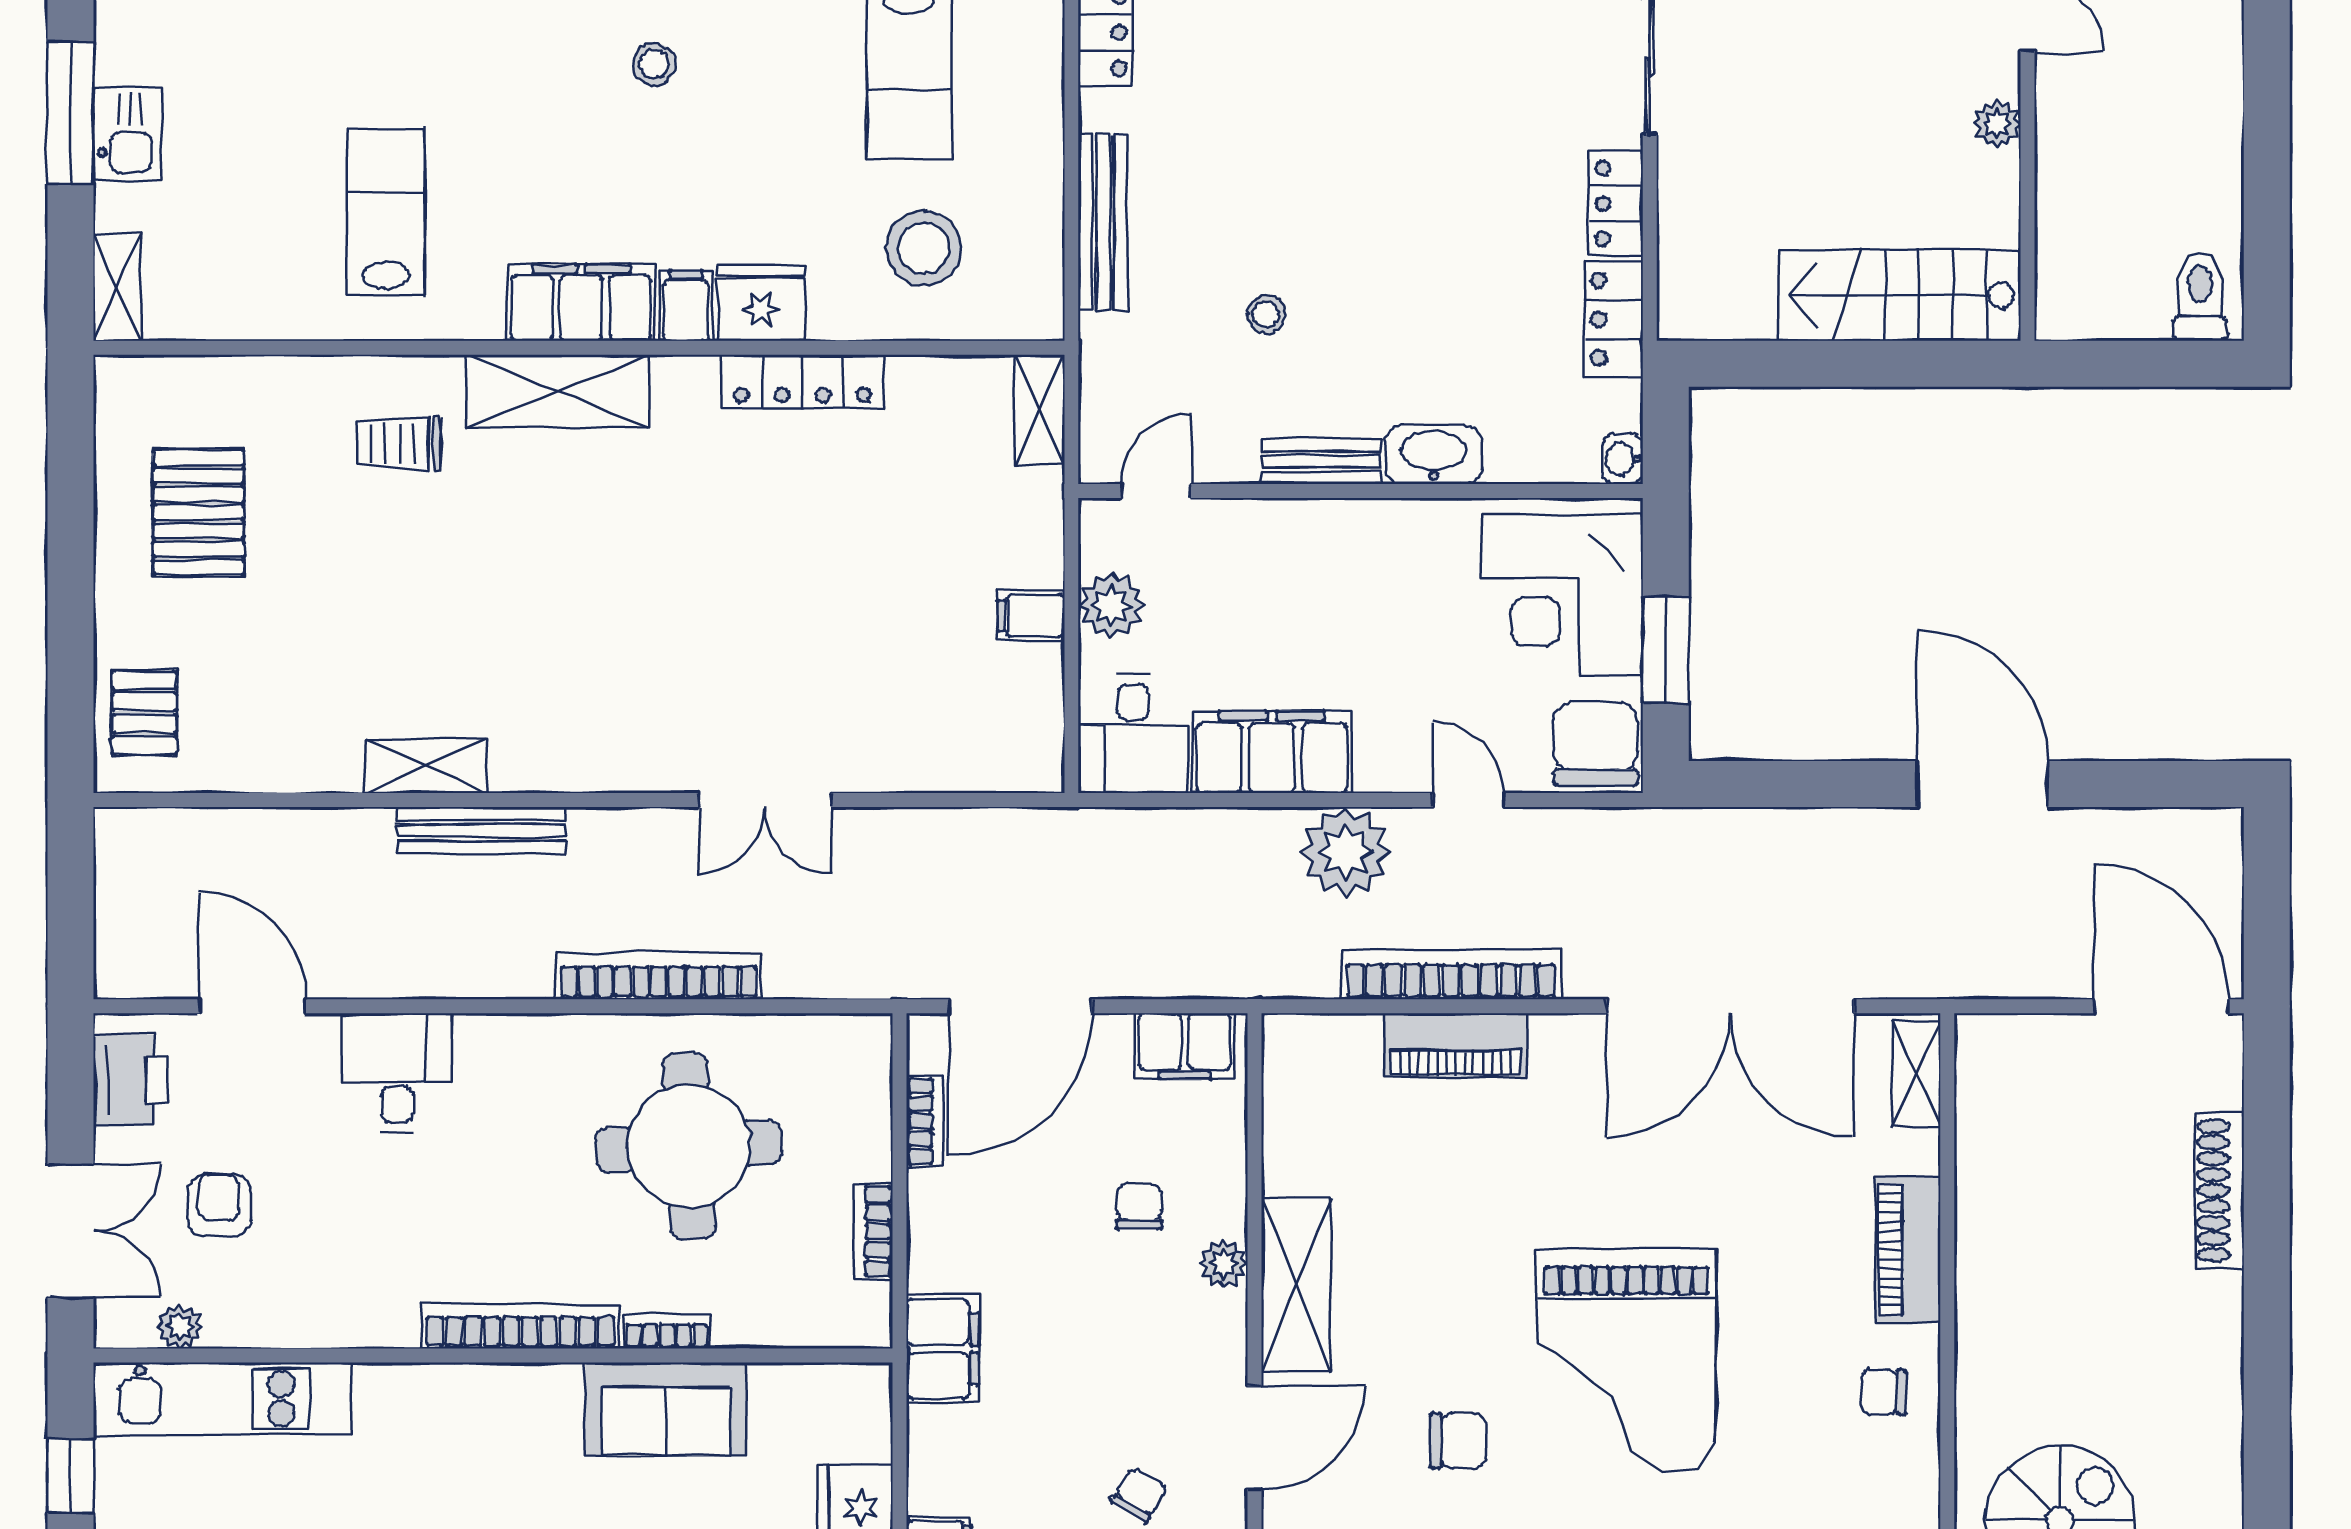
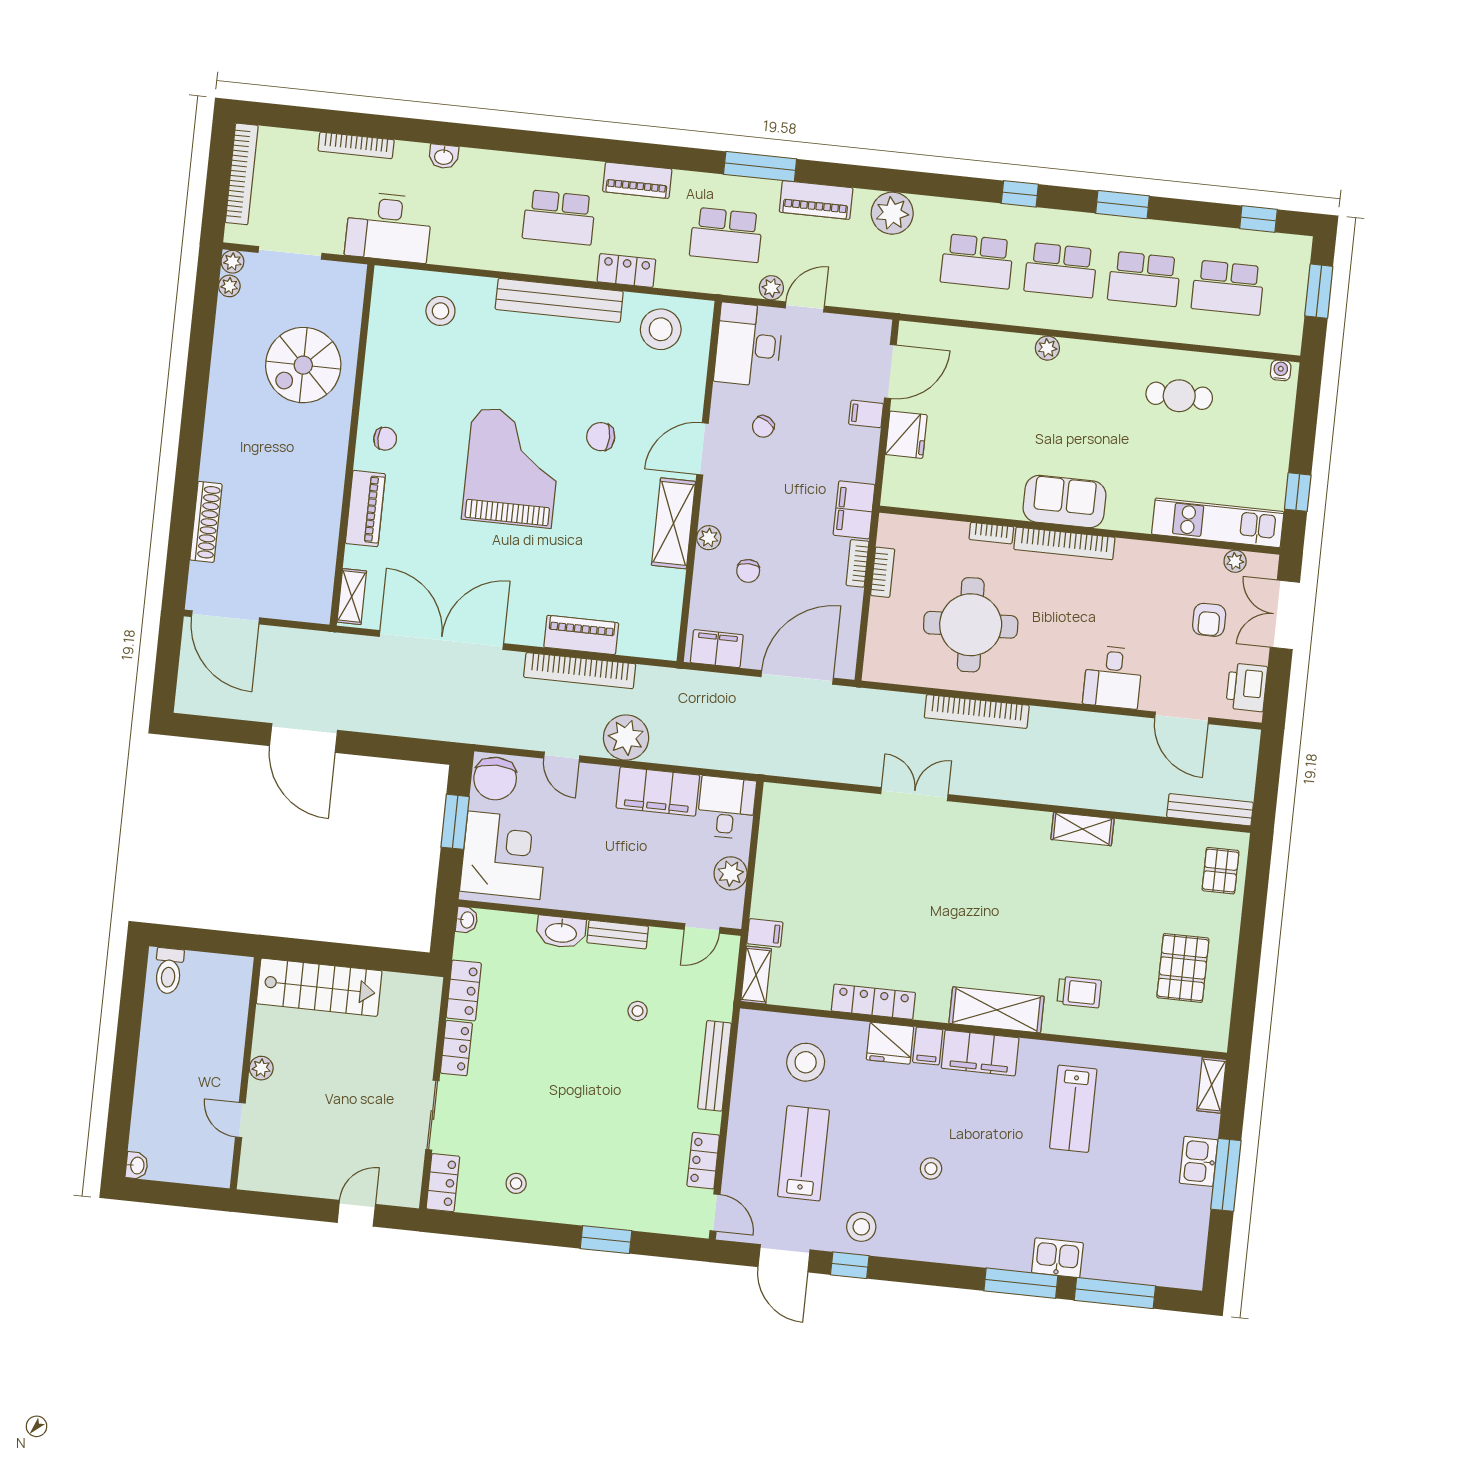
filing cabinet: (1031, 616) -> (765, 933), moved
bench: (481, 831) -> (1210, 810), moved
bookcase: (925, 1121) -> (857, 563), moved
sofa: (666, 1409) -> (1064, 502), moved

